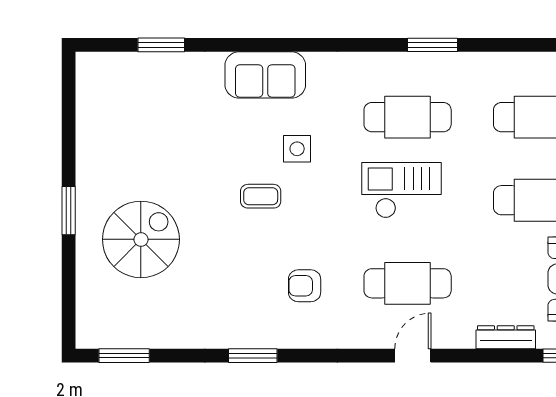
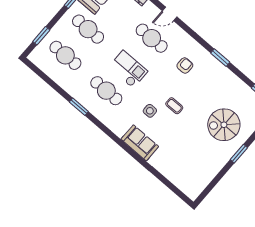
window: (161, 45) -> (164, 181), removed
checkout: (401, 190) -> (128, 69), turned 180
armchair: (305, 286) -> (185, 65), turned -90

